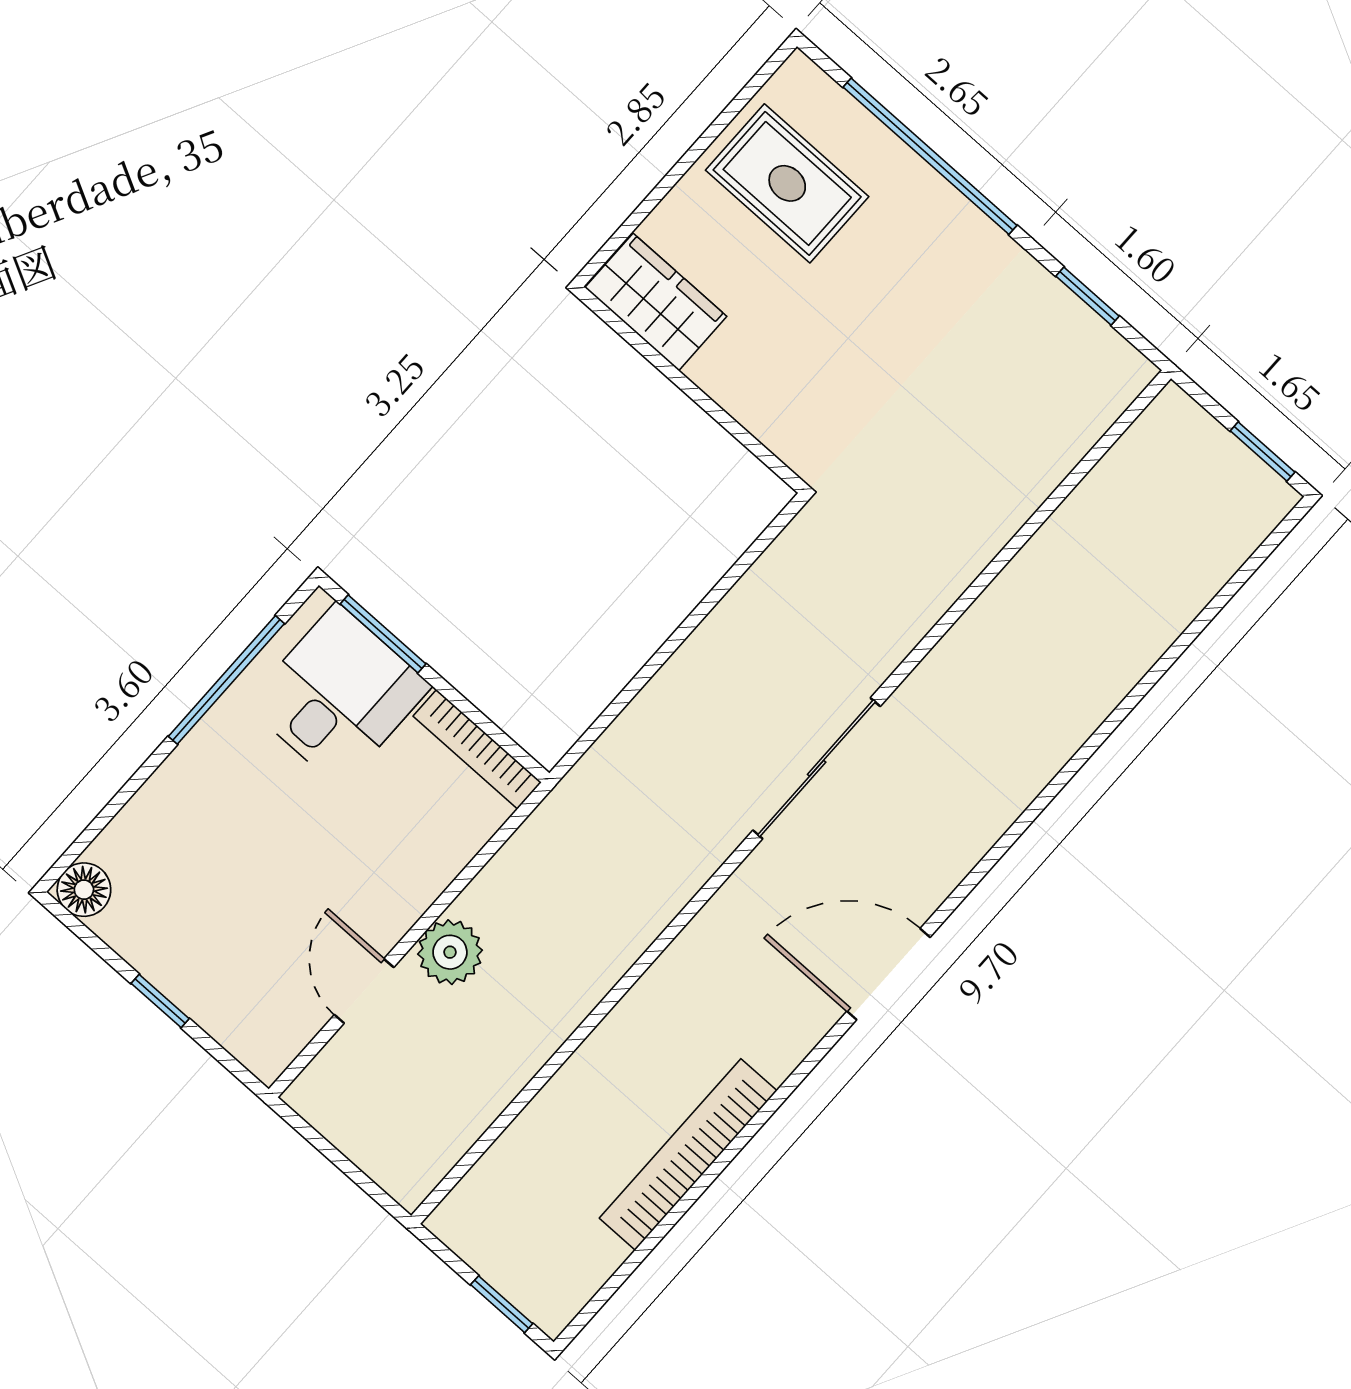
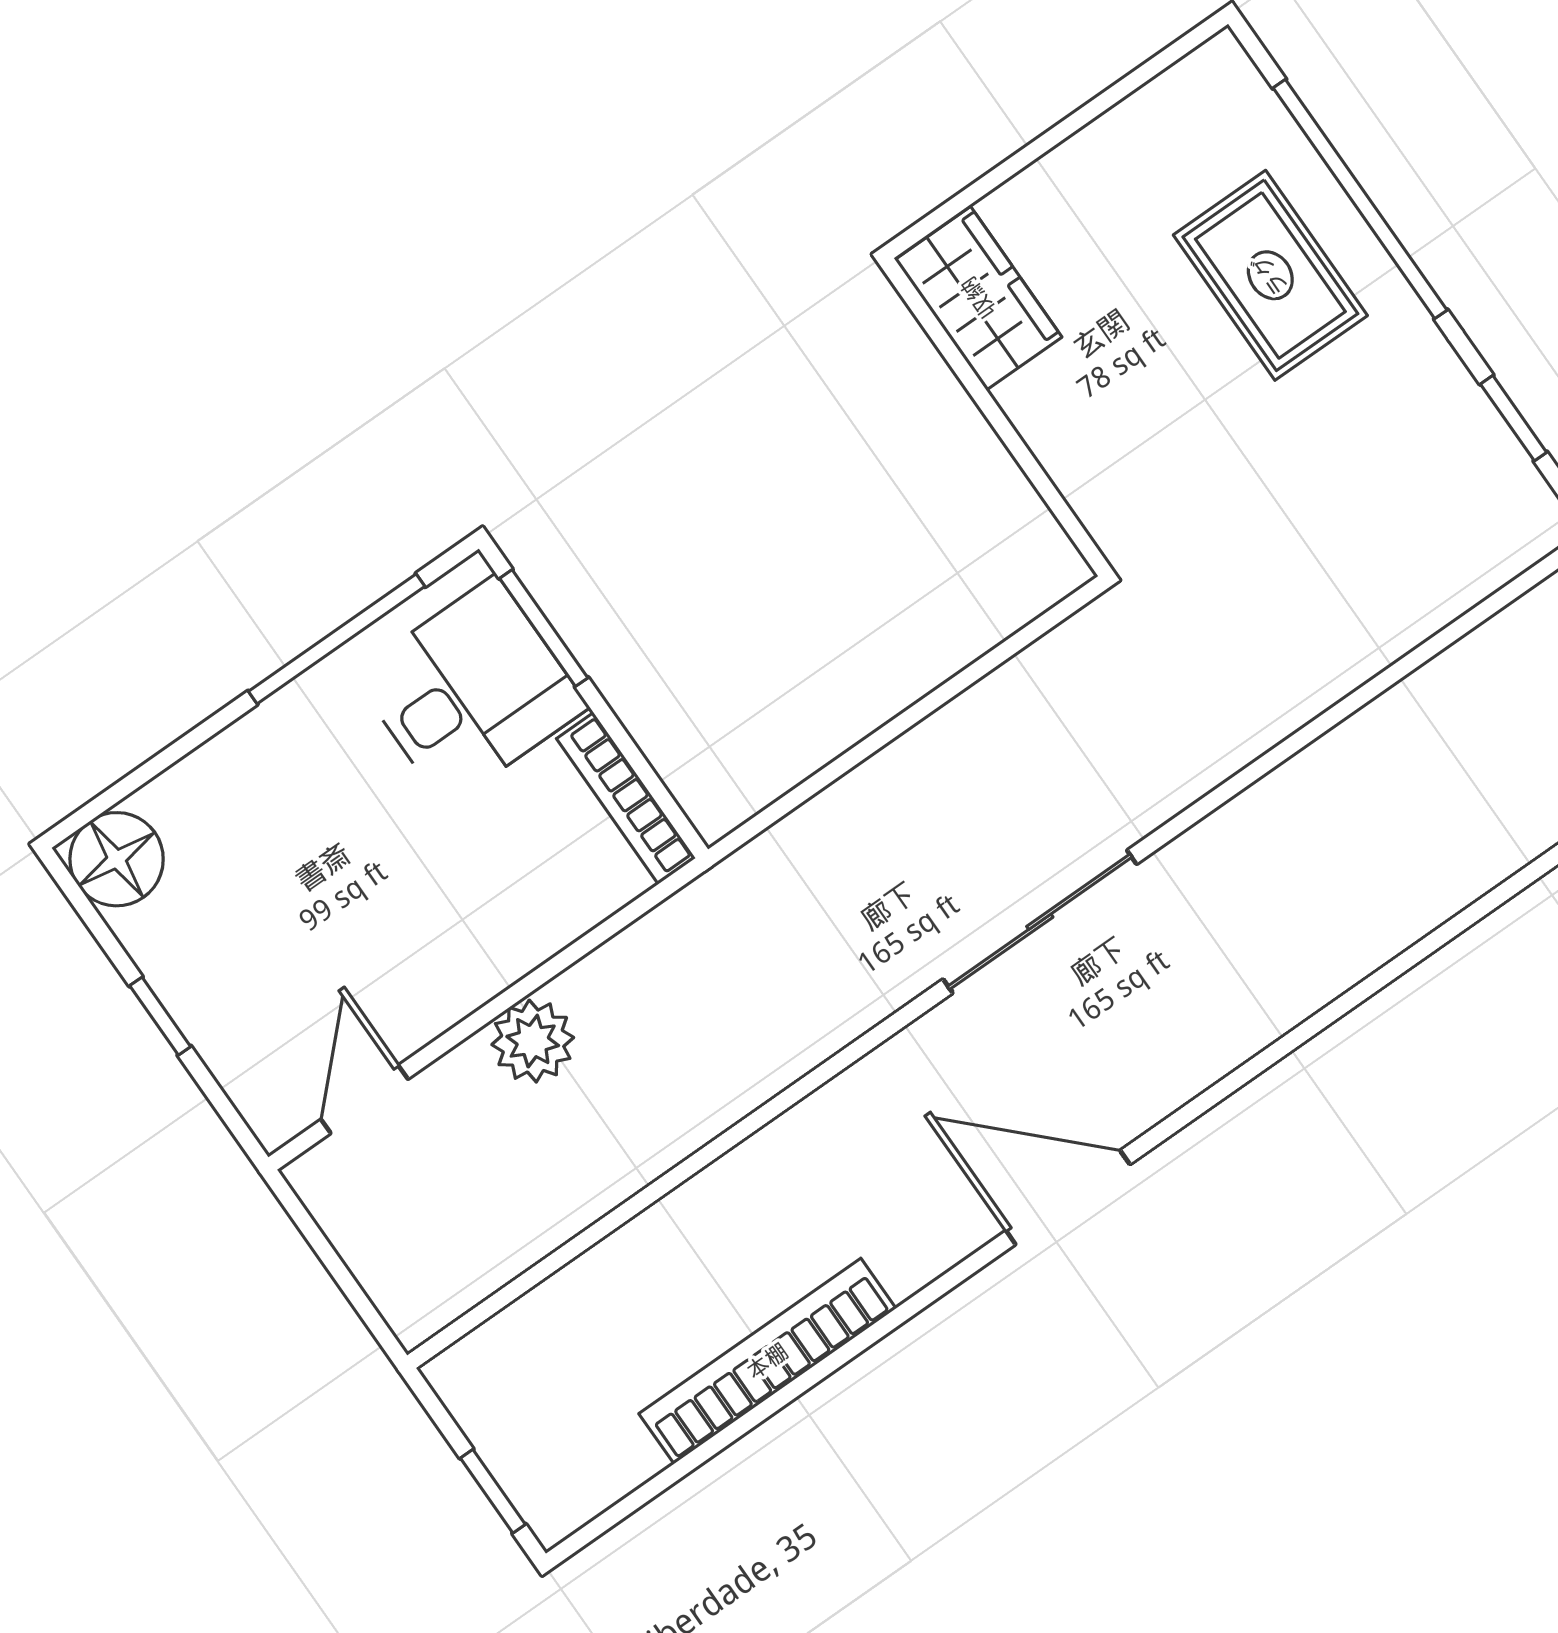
rug: (787, 183) -> (1270, 275), moved
floor lamp: (84, 890) -> (117, 859), width x1.38, depth x1.38
door: (364, 991) -> (364, 1099), moved

